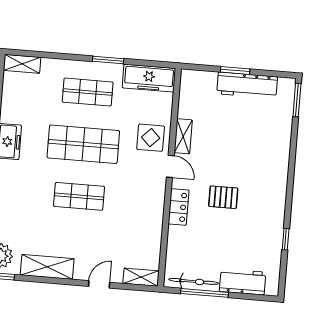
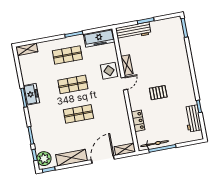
workbench: (247, 85) -> (133, 31), moved
shop shelf: (83, 144) -> (73, 84), width x0.70, depth x0.74
door: (170, 166) -> (124, 84), hinge flipped
locker: (179, 207) -> (138, 121), moved
workbench: (243, 282) -> (193, 118), moved, turned -90
door: (99, 284) -> (103, 159), width x1.88

